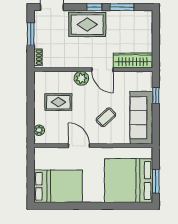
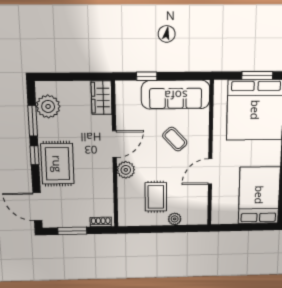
plant: (133, 19) -> (48, 106), added
wardrobe: (133, 61) -> (102, 98), width x0.67
plant: (39, 130) -> (175, 219), moved

